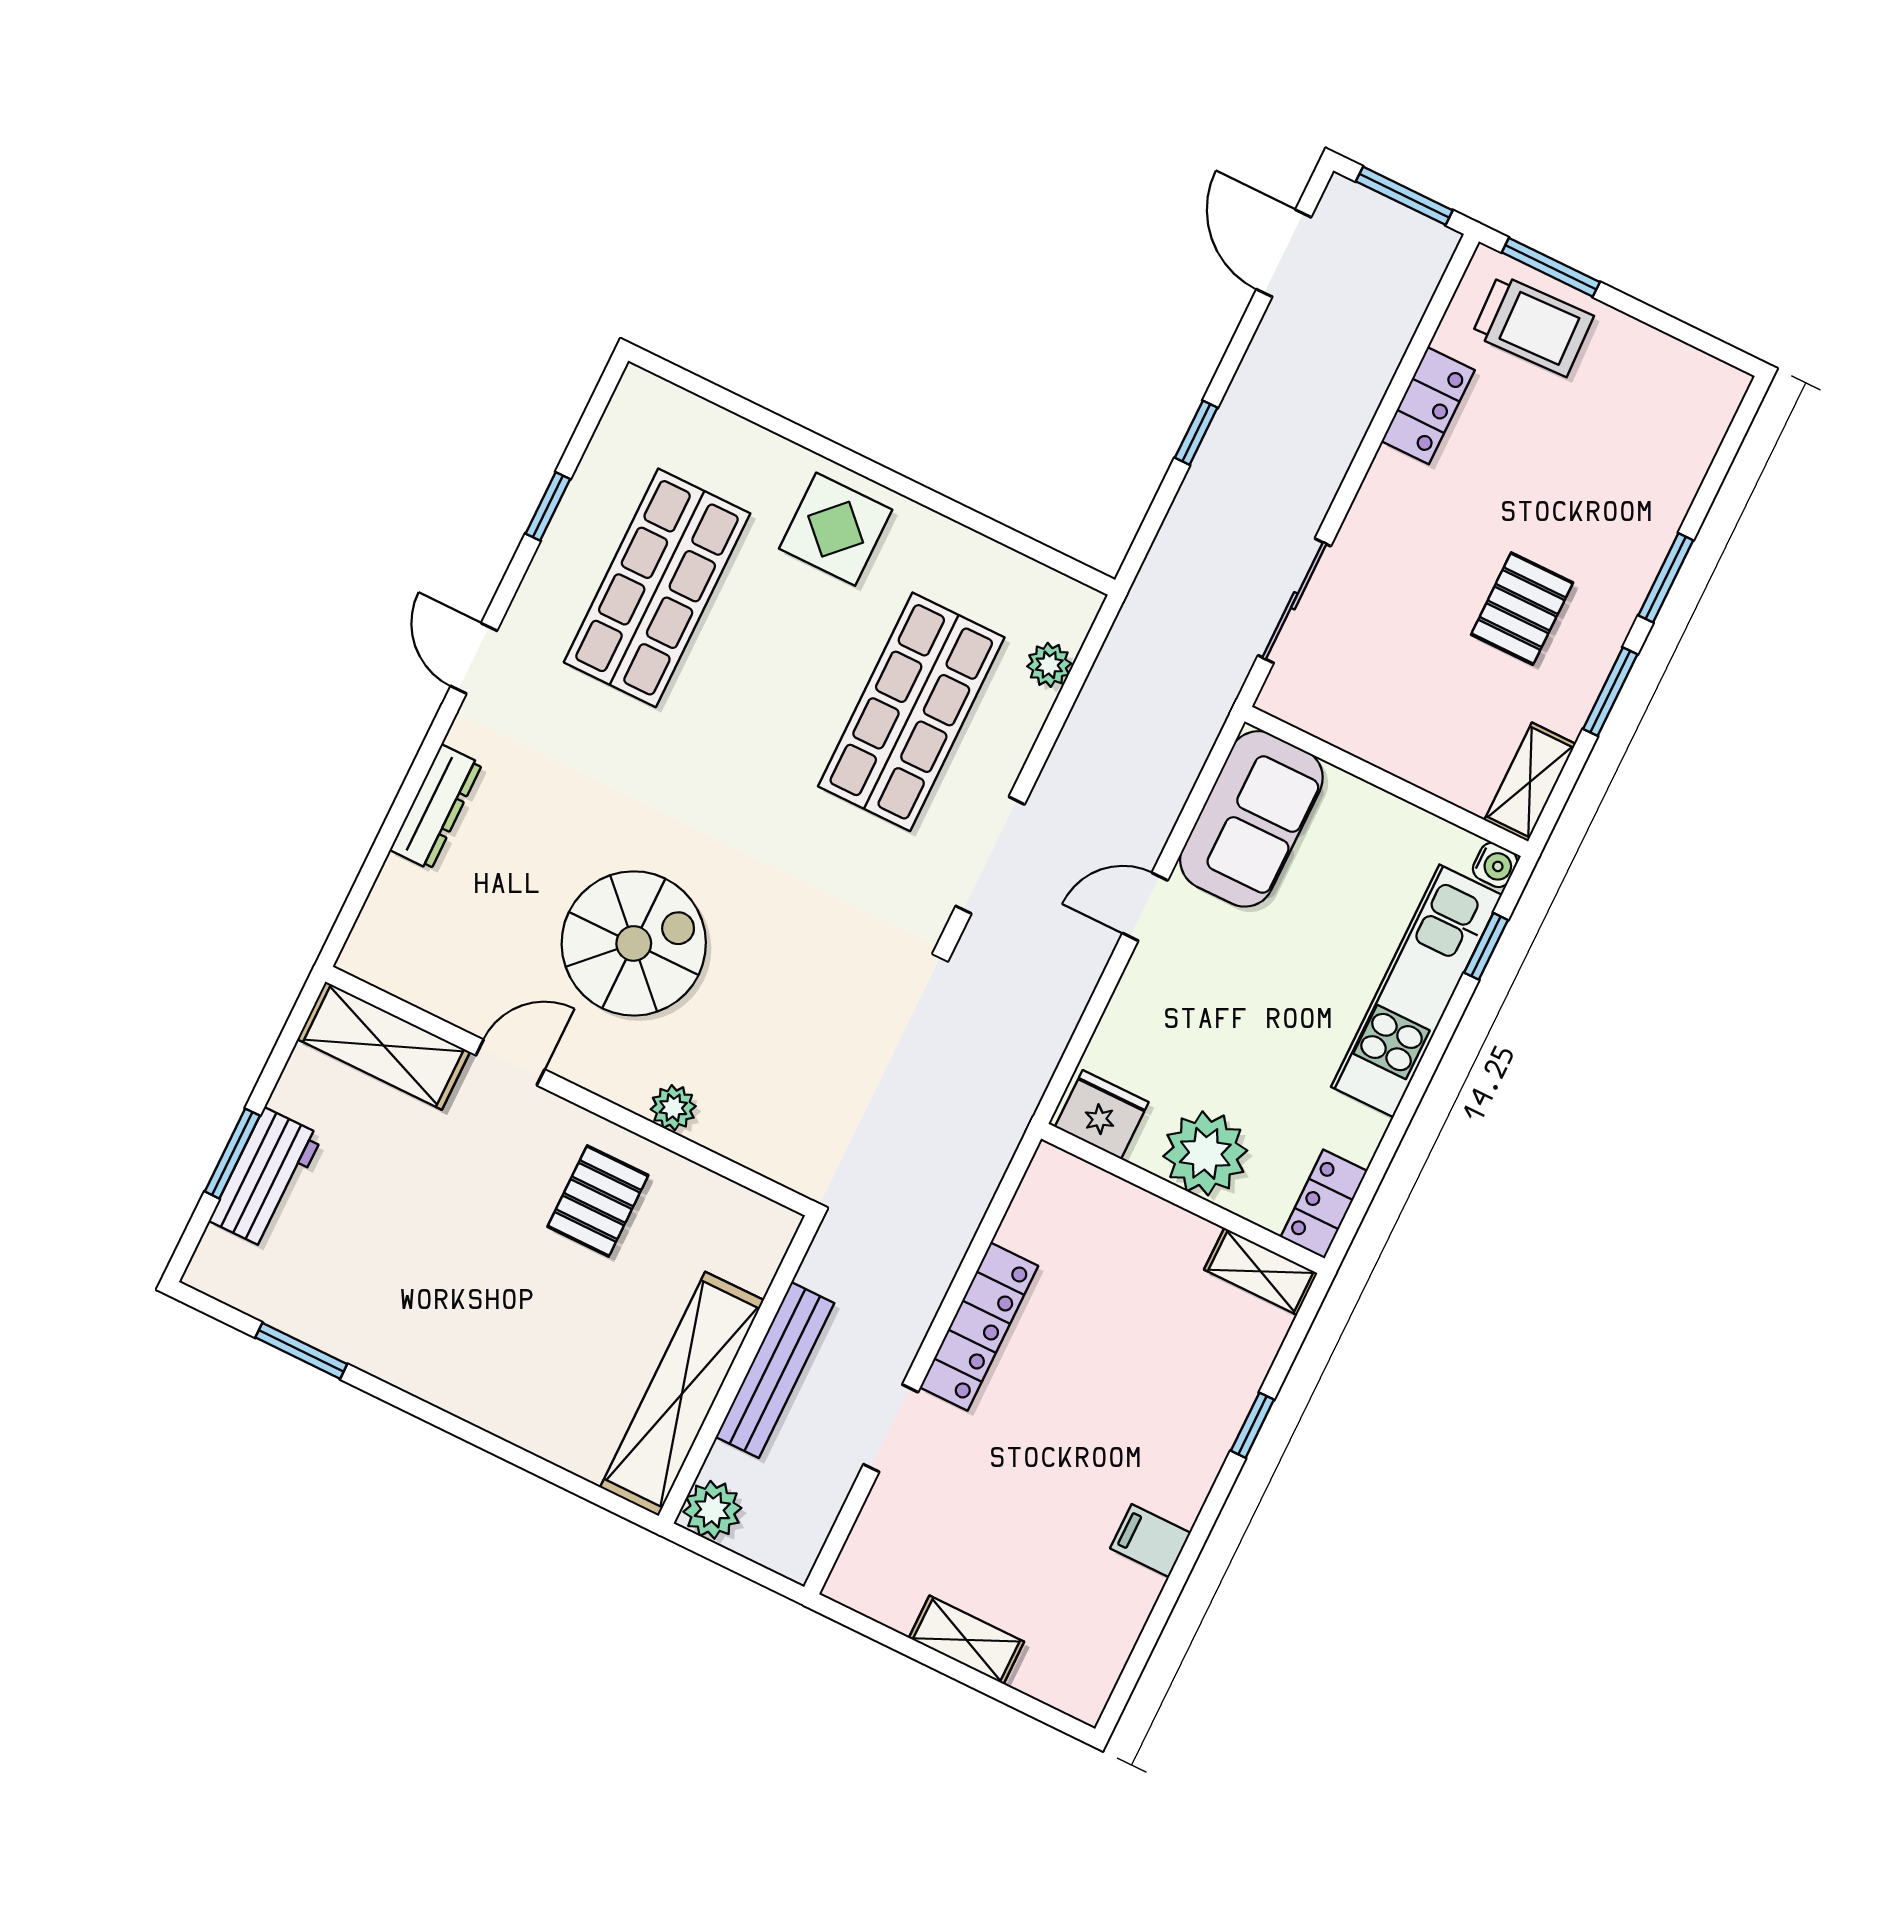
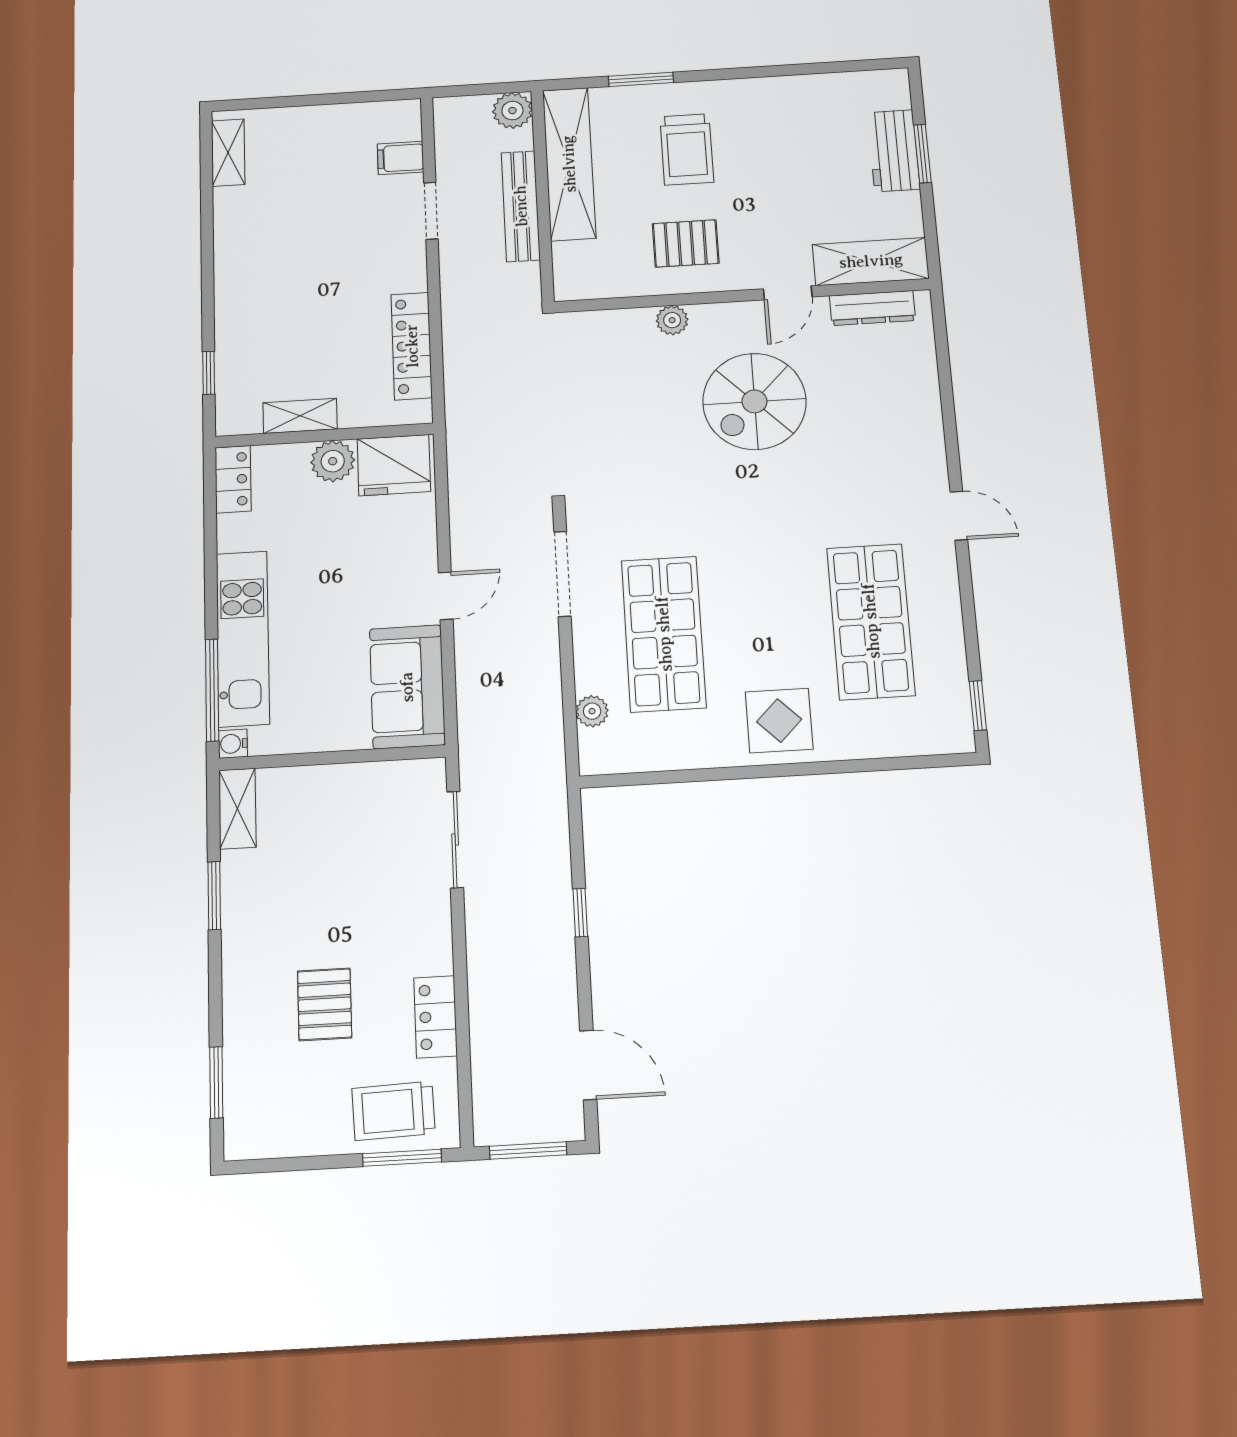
window: (548, 506) -> (978, 706), moved
window: (1666, 578) -> (216, 1082), moved
pallet: (1522, 609) -> (325, 1004), moved
dresser: (436, 807) -> (872, 308), moved, turned -90
window: (1486, 946) -> (212, 690), width x2.17
fridge: (1102, 1115) -> (394, 465), width x1.36, depth x1.34
plant: (1205, 1153) -> (333, 461), width x0.73, depth x0.73
pallet: (598, 1201) -> (686, 243), turned 90
shelving: (1261, 1271) -> (300, 416), moved
locker: (979, 1327) -> (412, 346), moved
trolley: (523, 1329) -> (687, 149), added
window: (301, 1351) -> (641, 79), moved
window: (1252, 1425) -> (209, 373), moved
filing cabinet: (1150, 1541) -> (401, 158), moved, turned 180
shelving: (966, 1640) -> (228, 153), moved, turned 90

